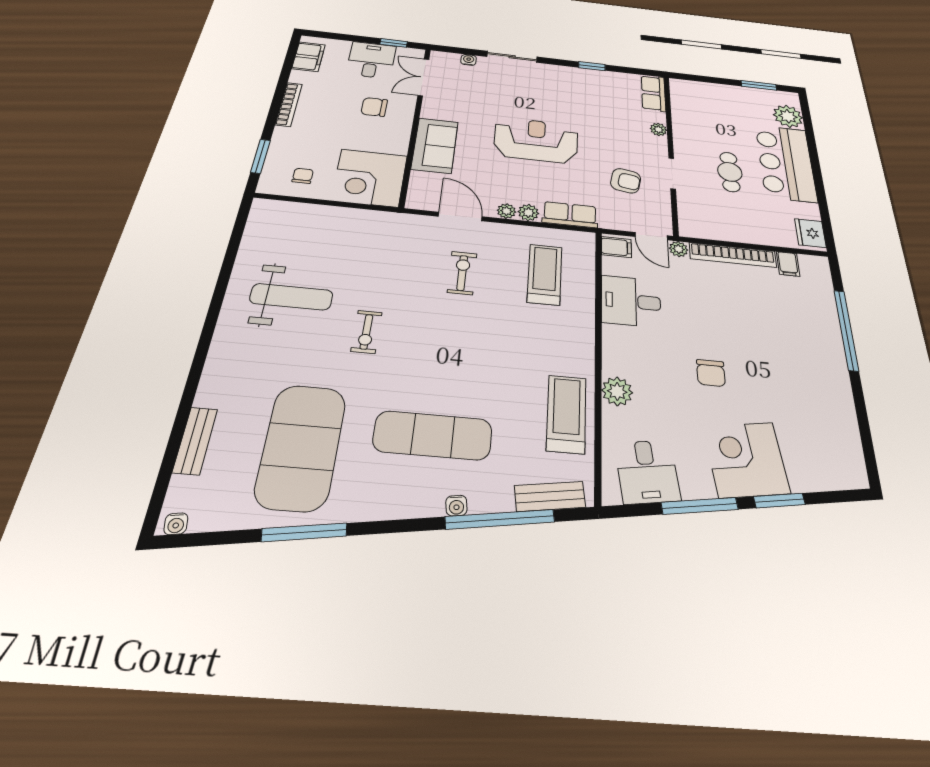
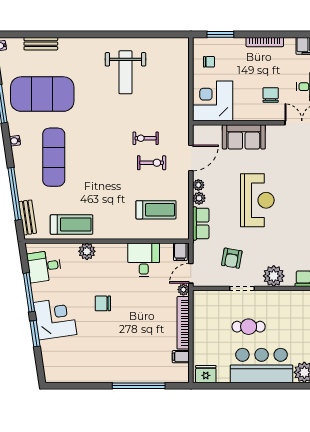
plant: (658, 129) -> (274, 276), width x1.88, depth x1.88
exercise bike: (366, 332) -> (146, 138), moved
water cooler: (456, 506) -> (15, 141), moved

